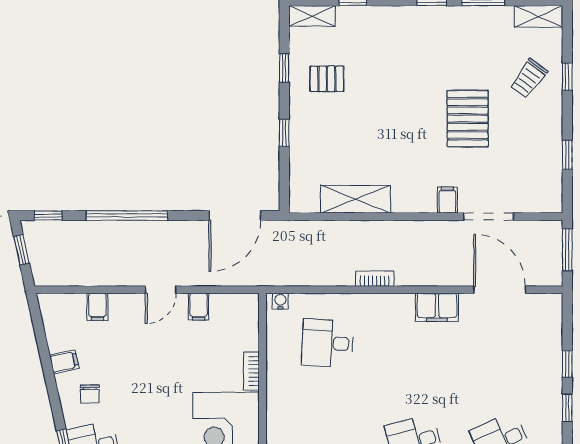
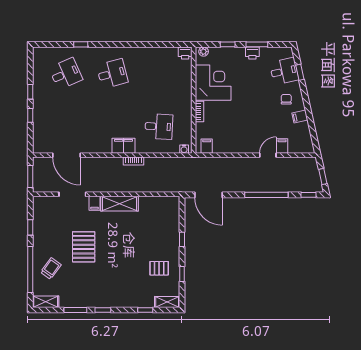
window: (567, 77) -> (30, 269), width x3.17
shelving: (355, 199) -> (119, 204), moved
door: (235, 216) -> (208, 195), swing flipped
door: (161, 290) -> (268, 155), moved
filing cabinet: (199, 307) -> (207, 146), moved
filing cabinet: (437, 307) -> (123, 146), moved

